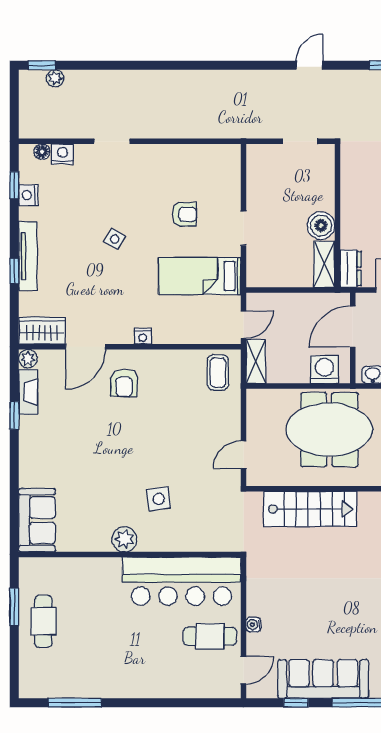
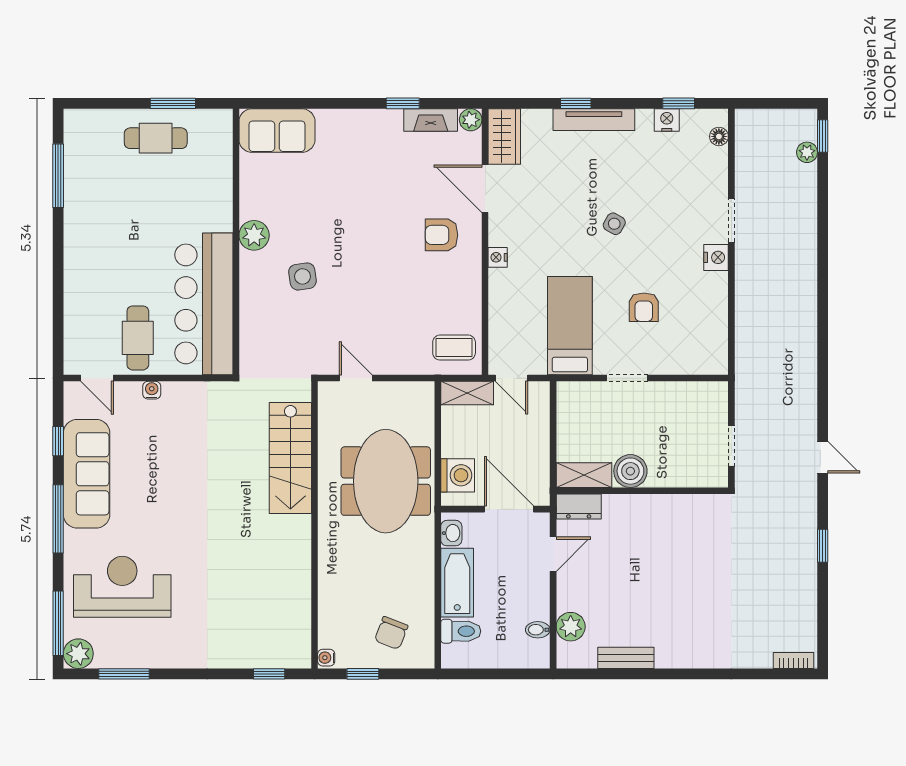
nightstand: (62, 154) -> (716, 257), moved

